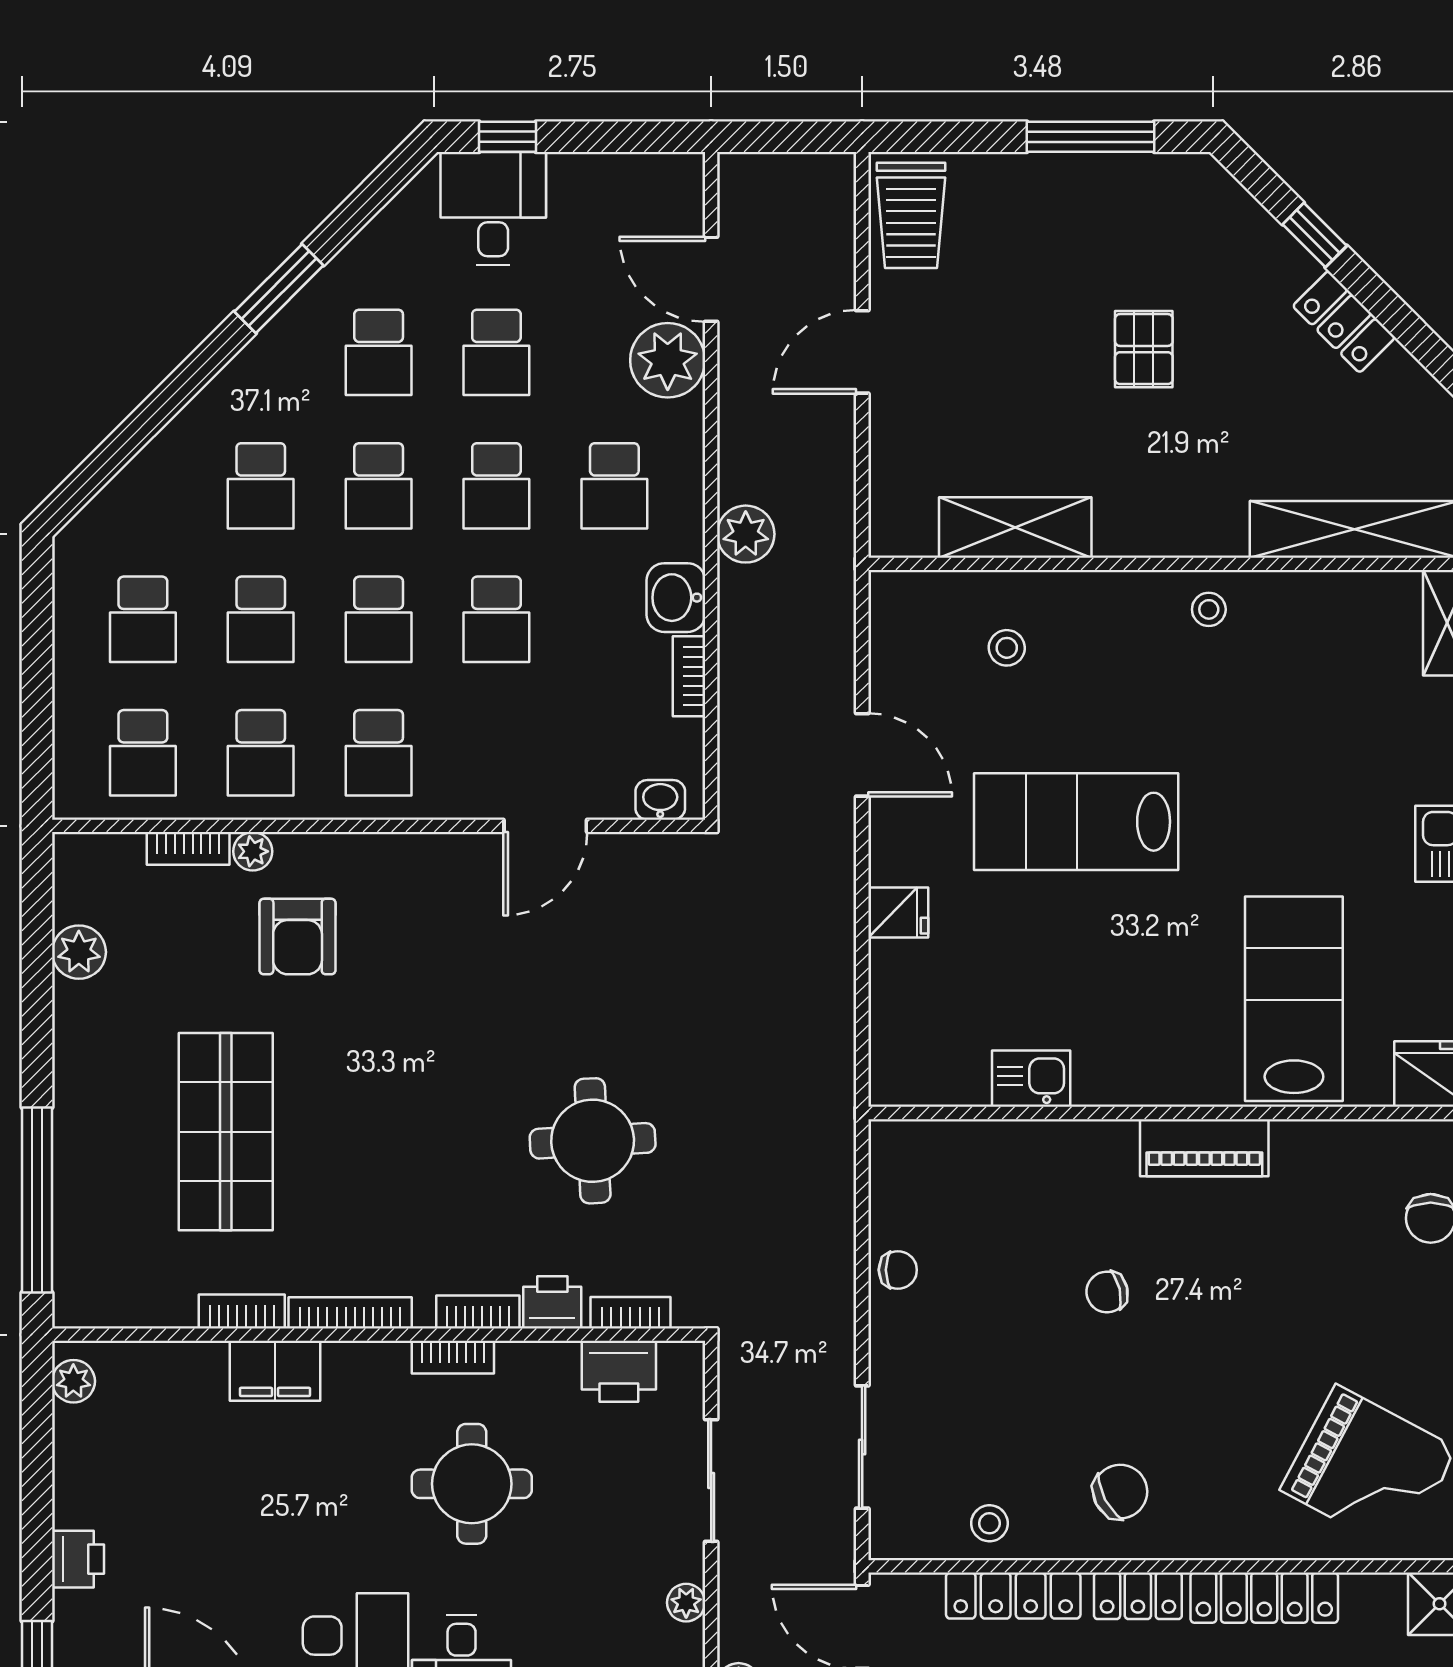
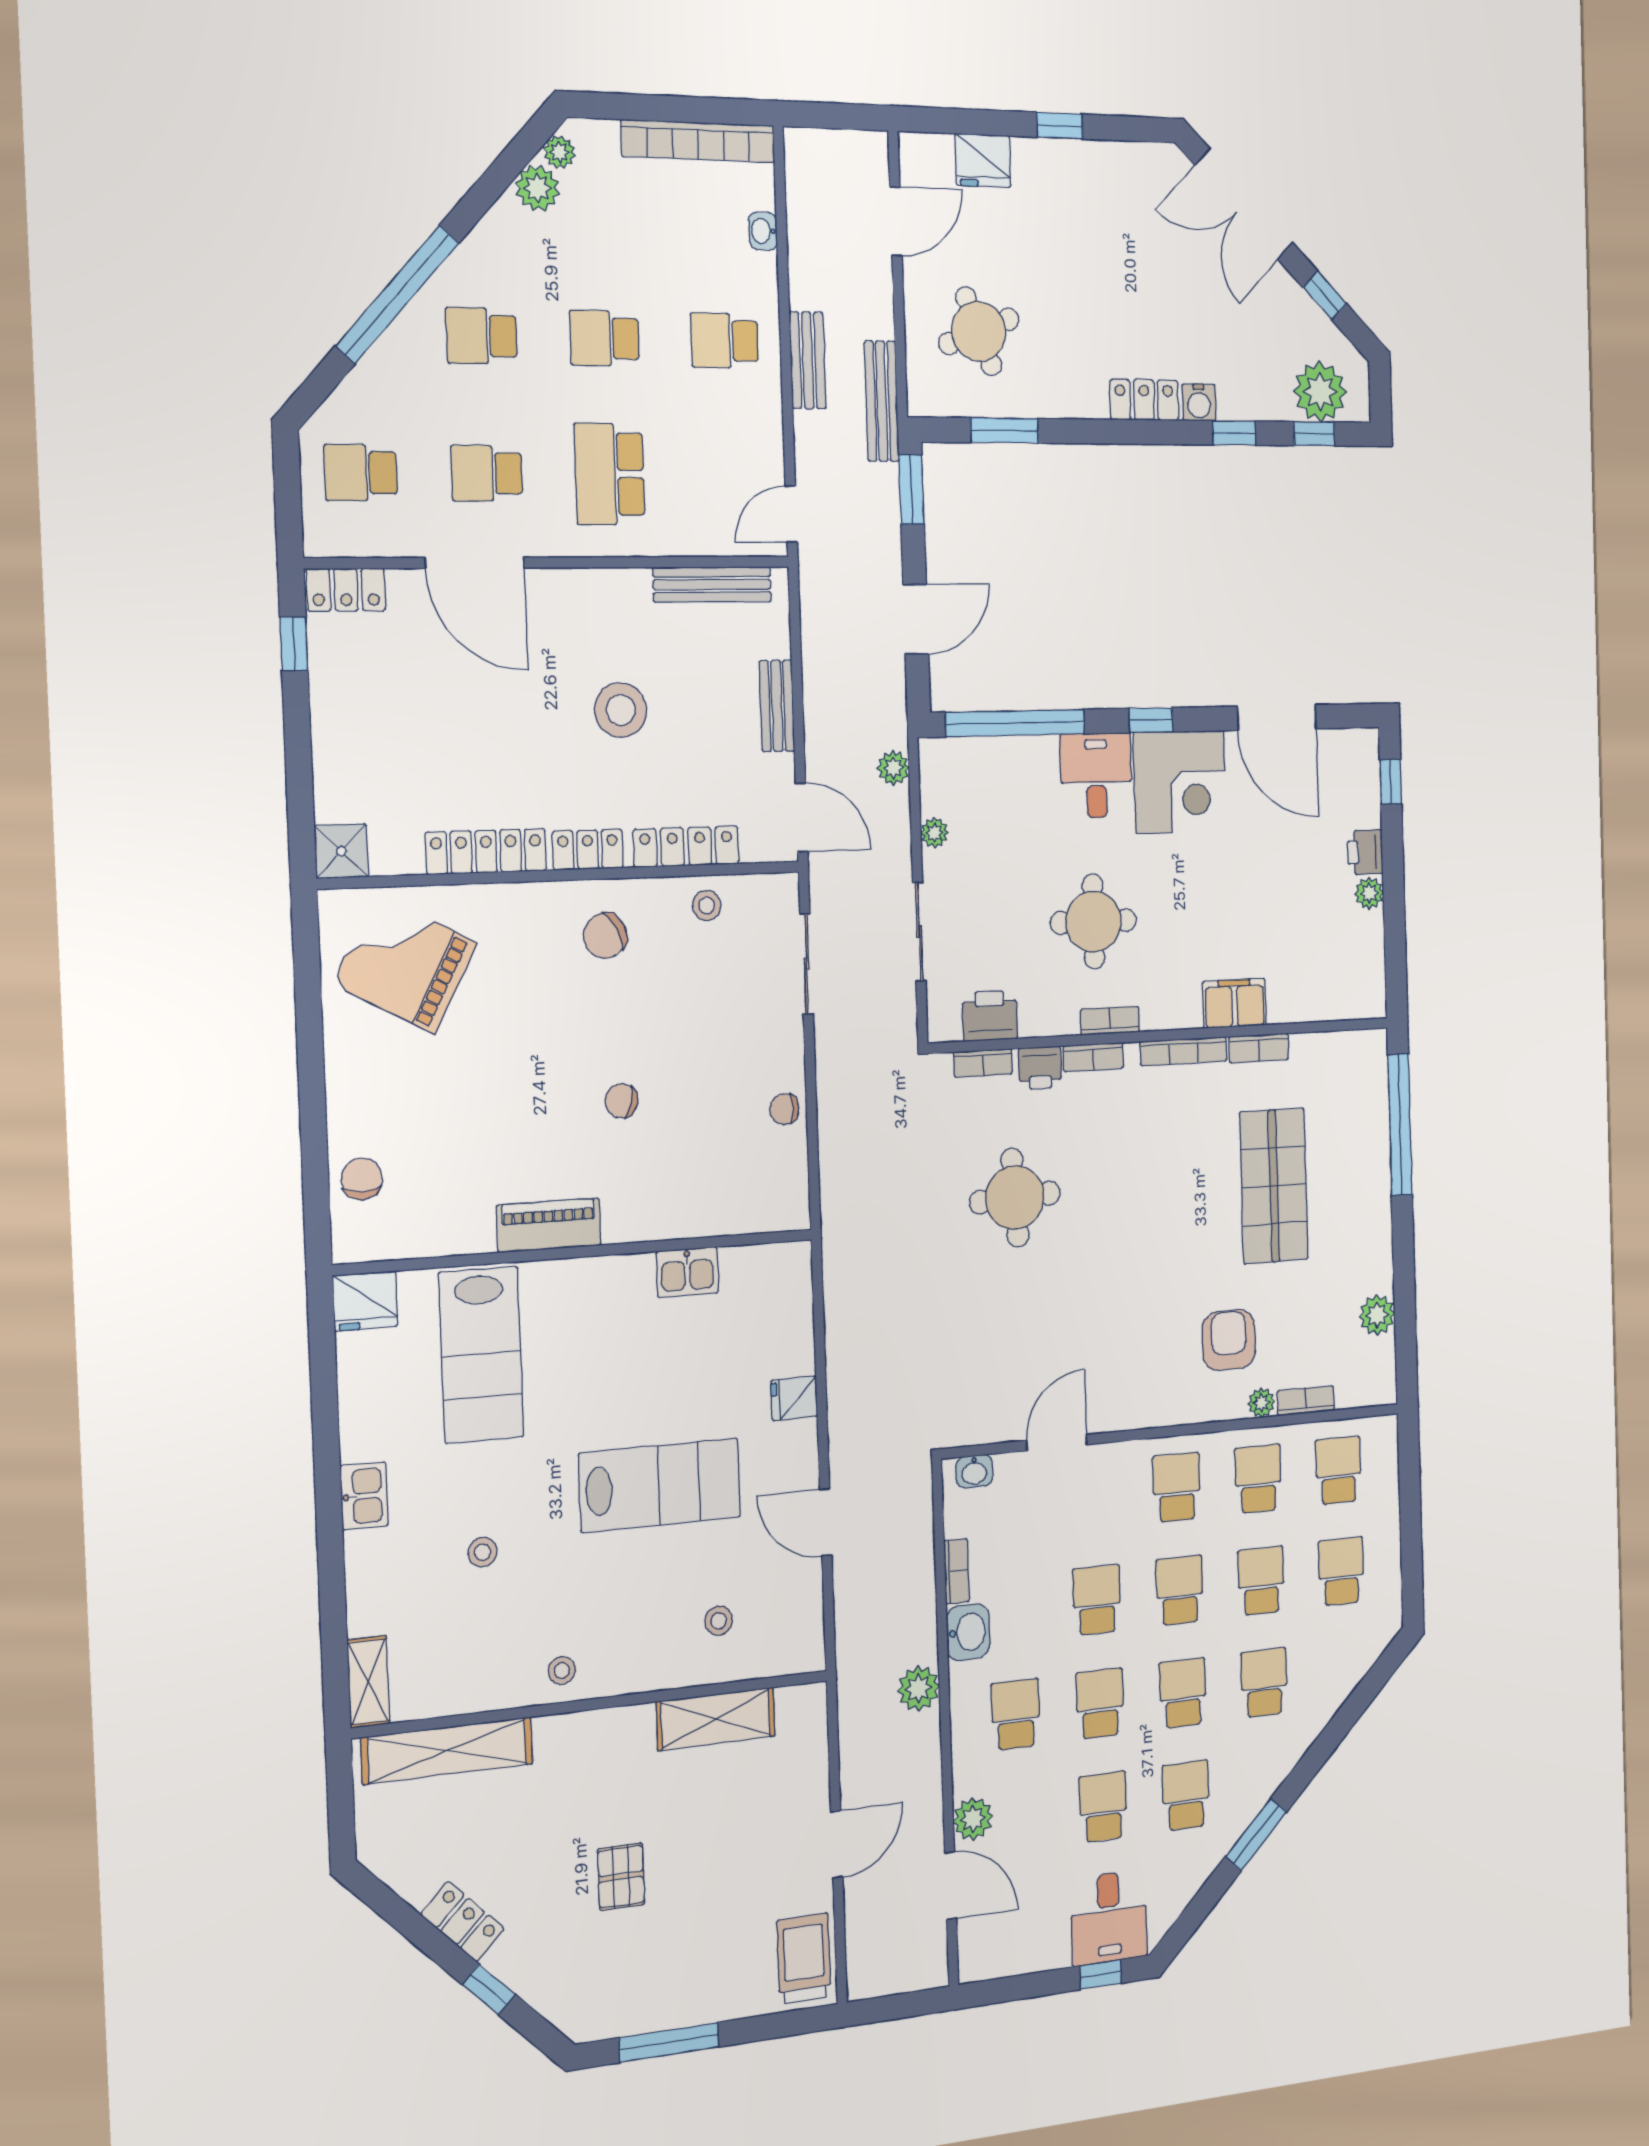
plant: (668, 360) -> (973, 1819), width x0.73, depth x0.73
stool: (1302, 763) -> (482, 1552), added
chair: (1107, 1292) -> (621, 1101), turned -152
plant: (73, 1381) -> (1369, 893), moved

